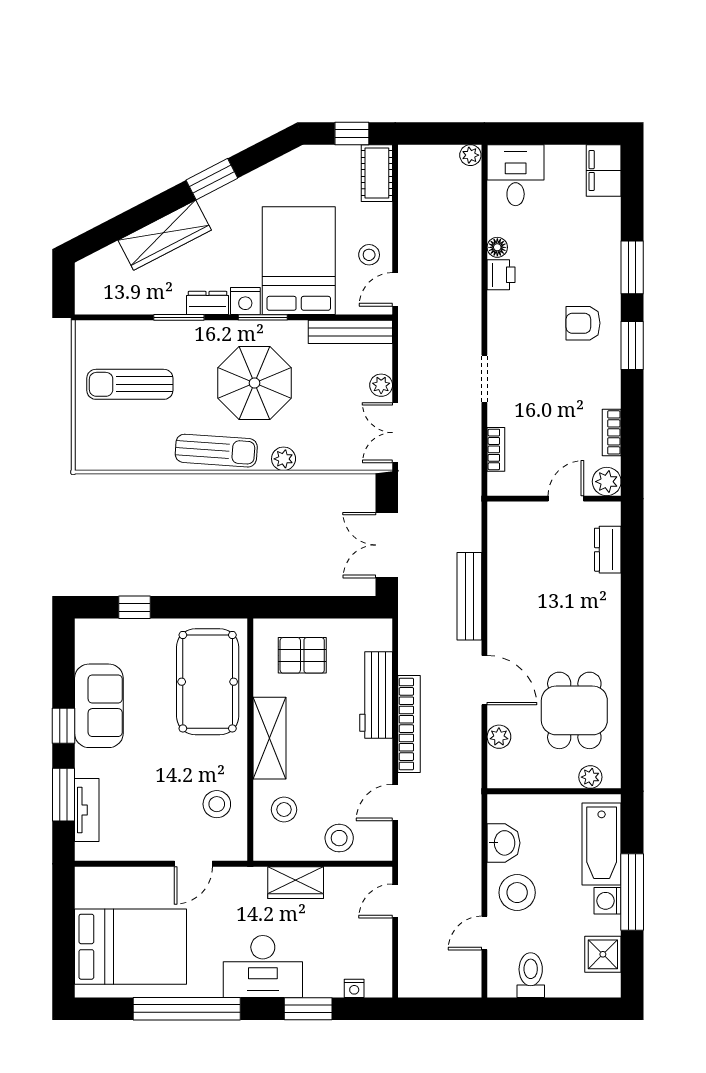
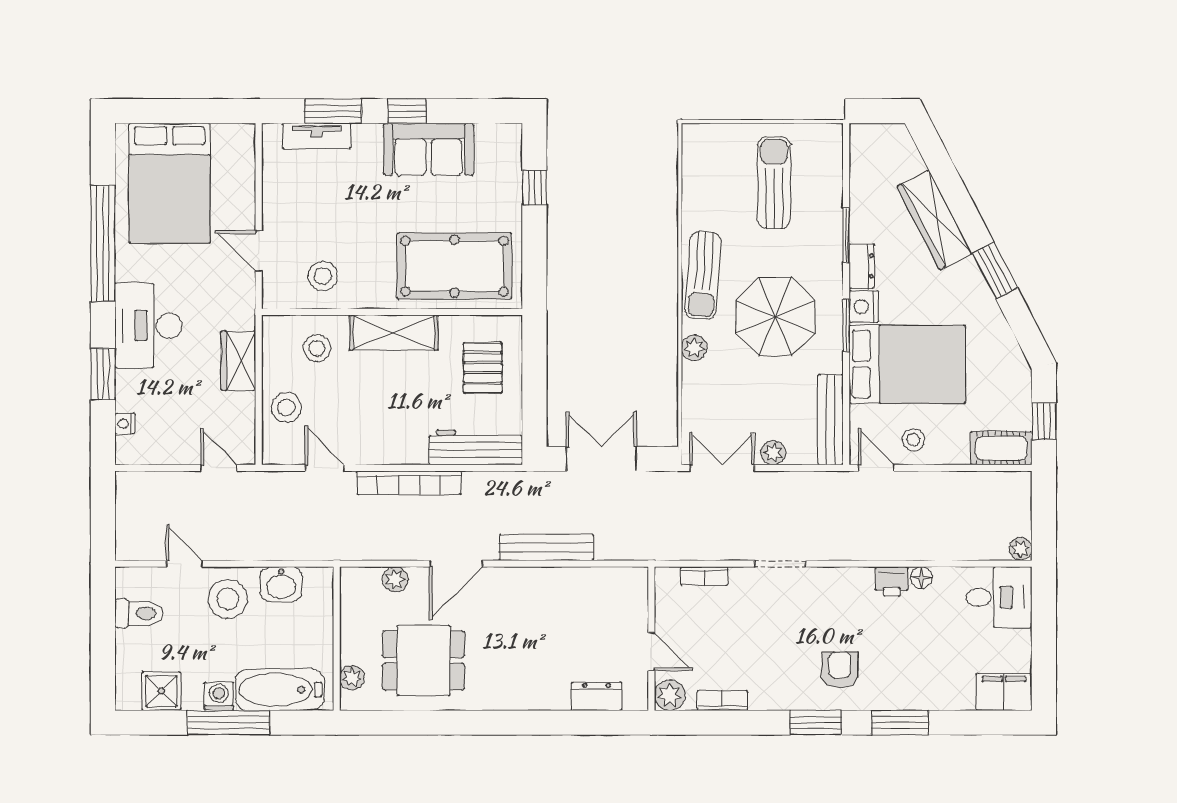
workbench: (376, 695) -> (476, 447), moved

